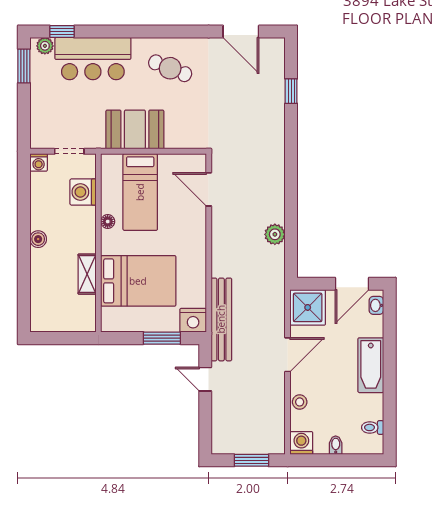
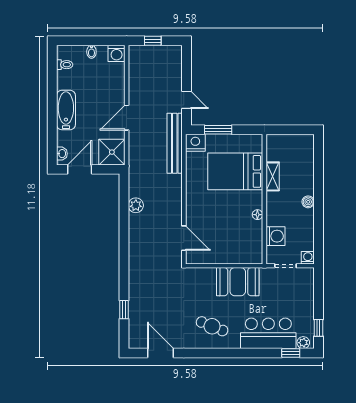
window: (24, 66) -> (319, 328), width x0.67
bed: (140, 192) -> (234, 236), removed
stool: (300, 402) -> (118, 83), removed
window: (251, 460) -> (153, 41), width x0.67

